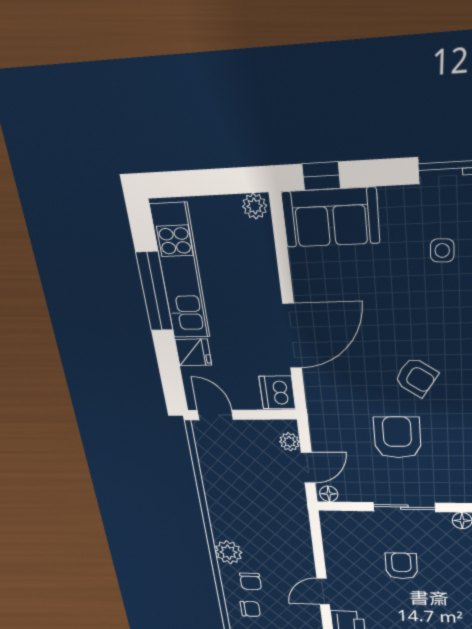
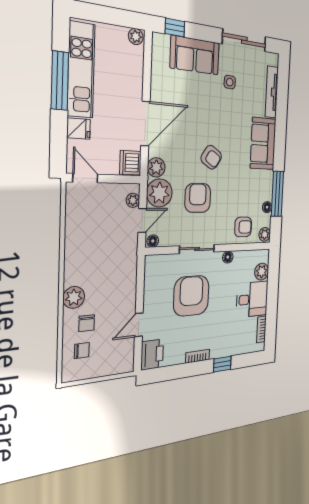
sofa: (331, 218) -> (195, 55), moved
plant: (320, 397) -> (156, 167), added
plant: (330, 432) -> (159, 193), added
armchair: (401, 566) -> (191, 296), width x1.88, depth x1.88

